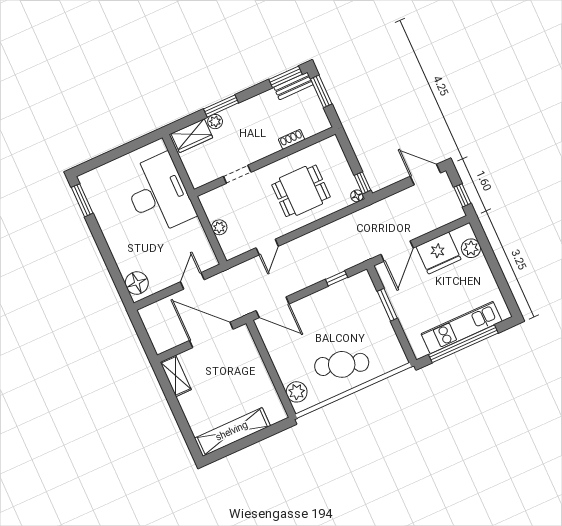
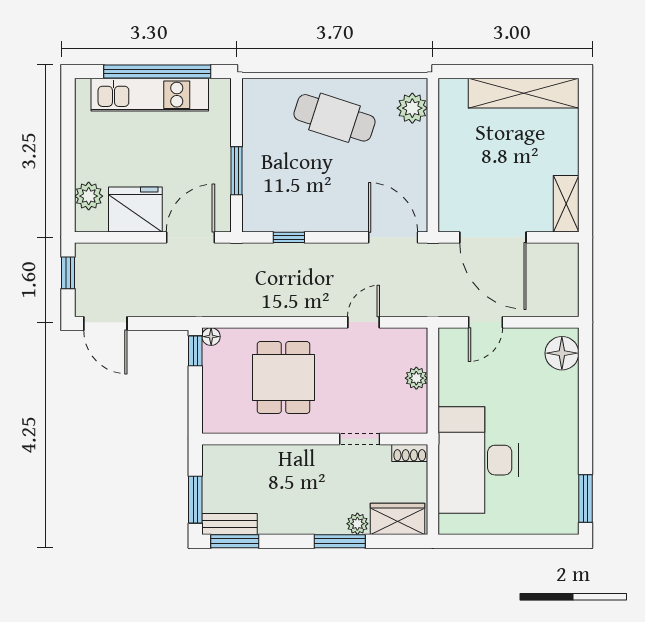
shoe rack: (292, 139) -> (410, 453), moved
dining table: (301, 191) -> (283, 377), turned 90

